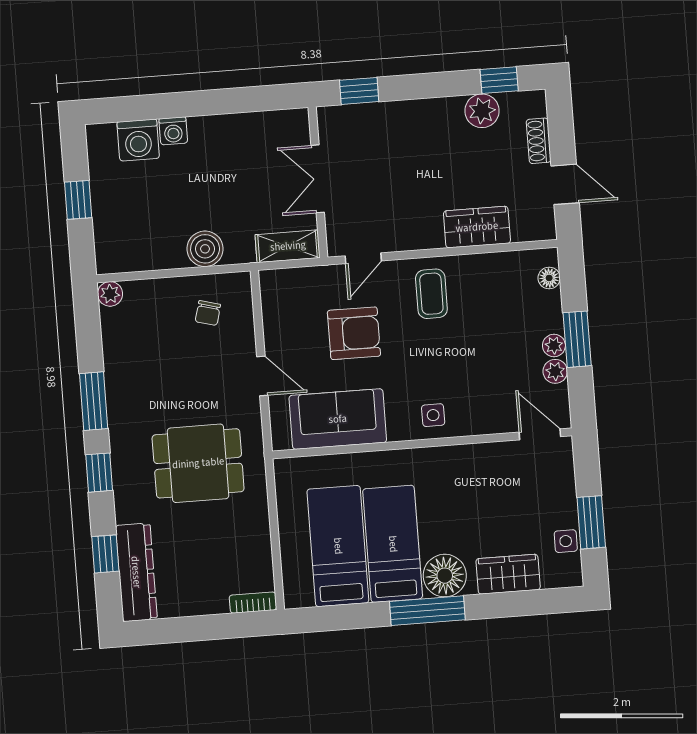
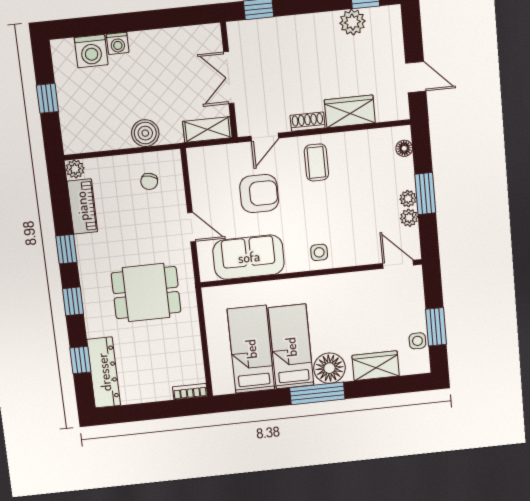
shoe rack: (539, 141) -> (308, 122), moved, turned 90
piano: (118, 344) -> (82, 206), added
window: (94, 401) -> (66, 249), width x0.67

